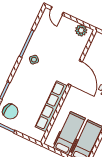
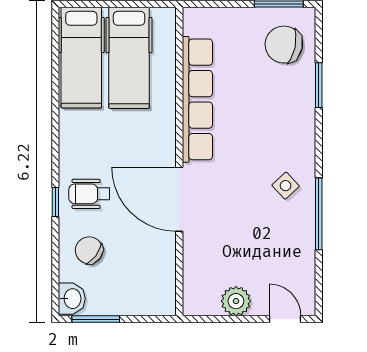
plant: (81, 30) -> (236, 301), moved

